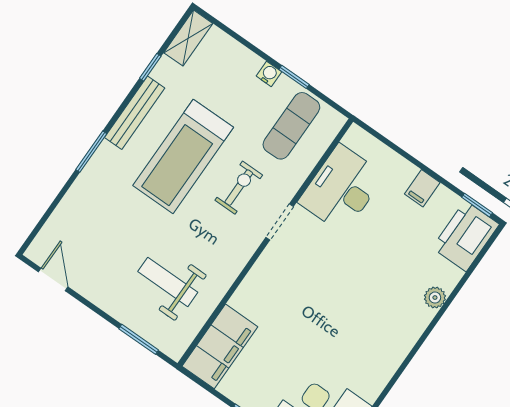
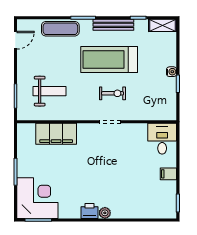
exercise mat: (291, 126) -> (60, 29), moved
desk: (342, 189) -> (162, 139), moved, width x0.73
printer: (466, 236) -> (90, 211), moved, width x0.53, depth x0.68
weight bench: (168, 282) -> (49, 91), turned 90
plant: (435, 298) -> (105, 213), moved
filing cabinet: (220, 346) -> (56, 134), moved

